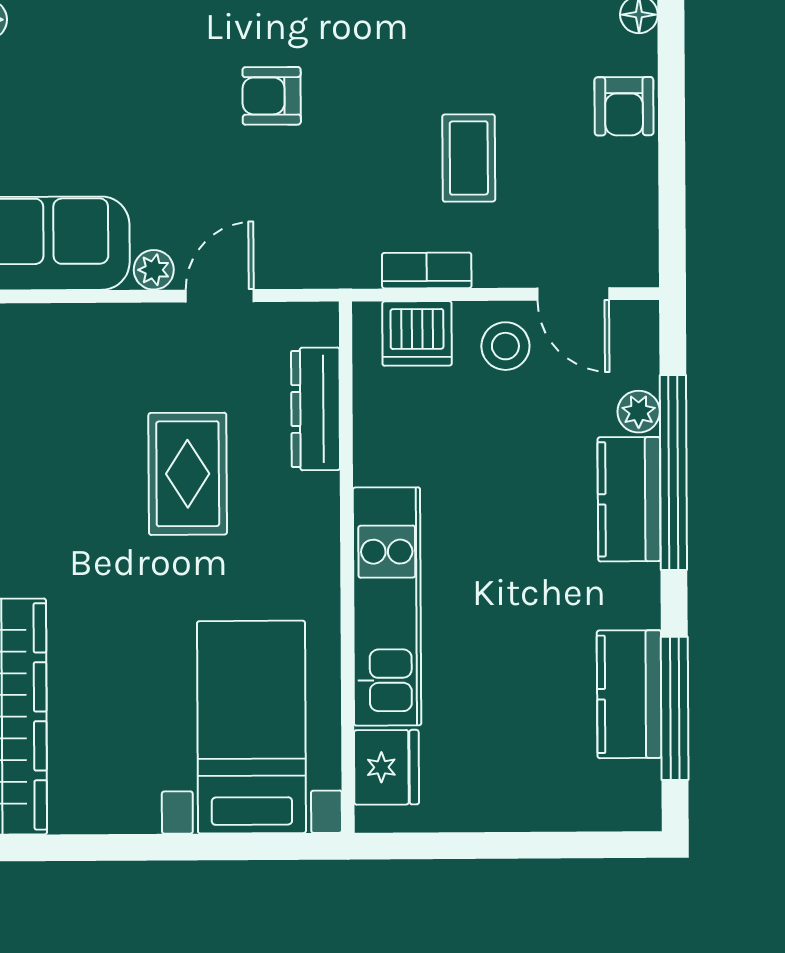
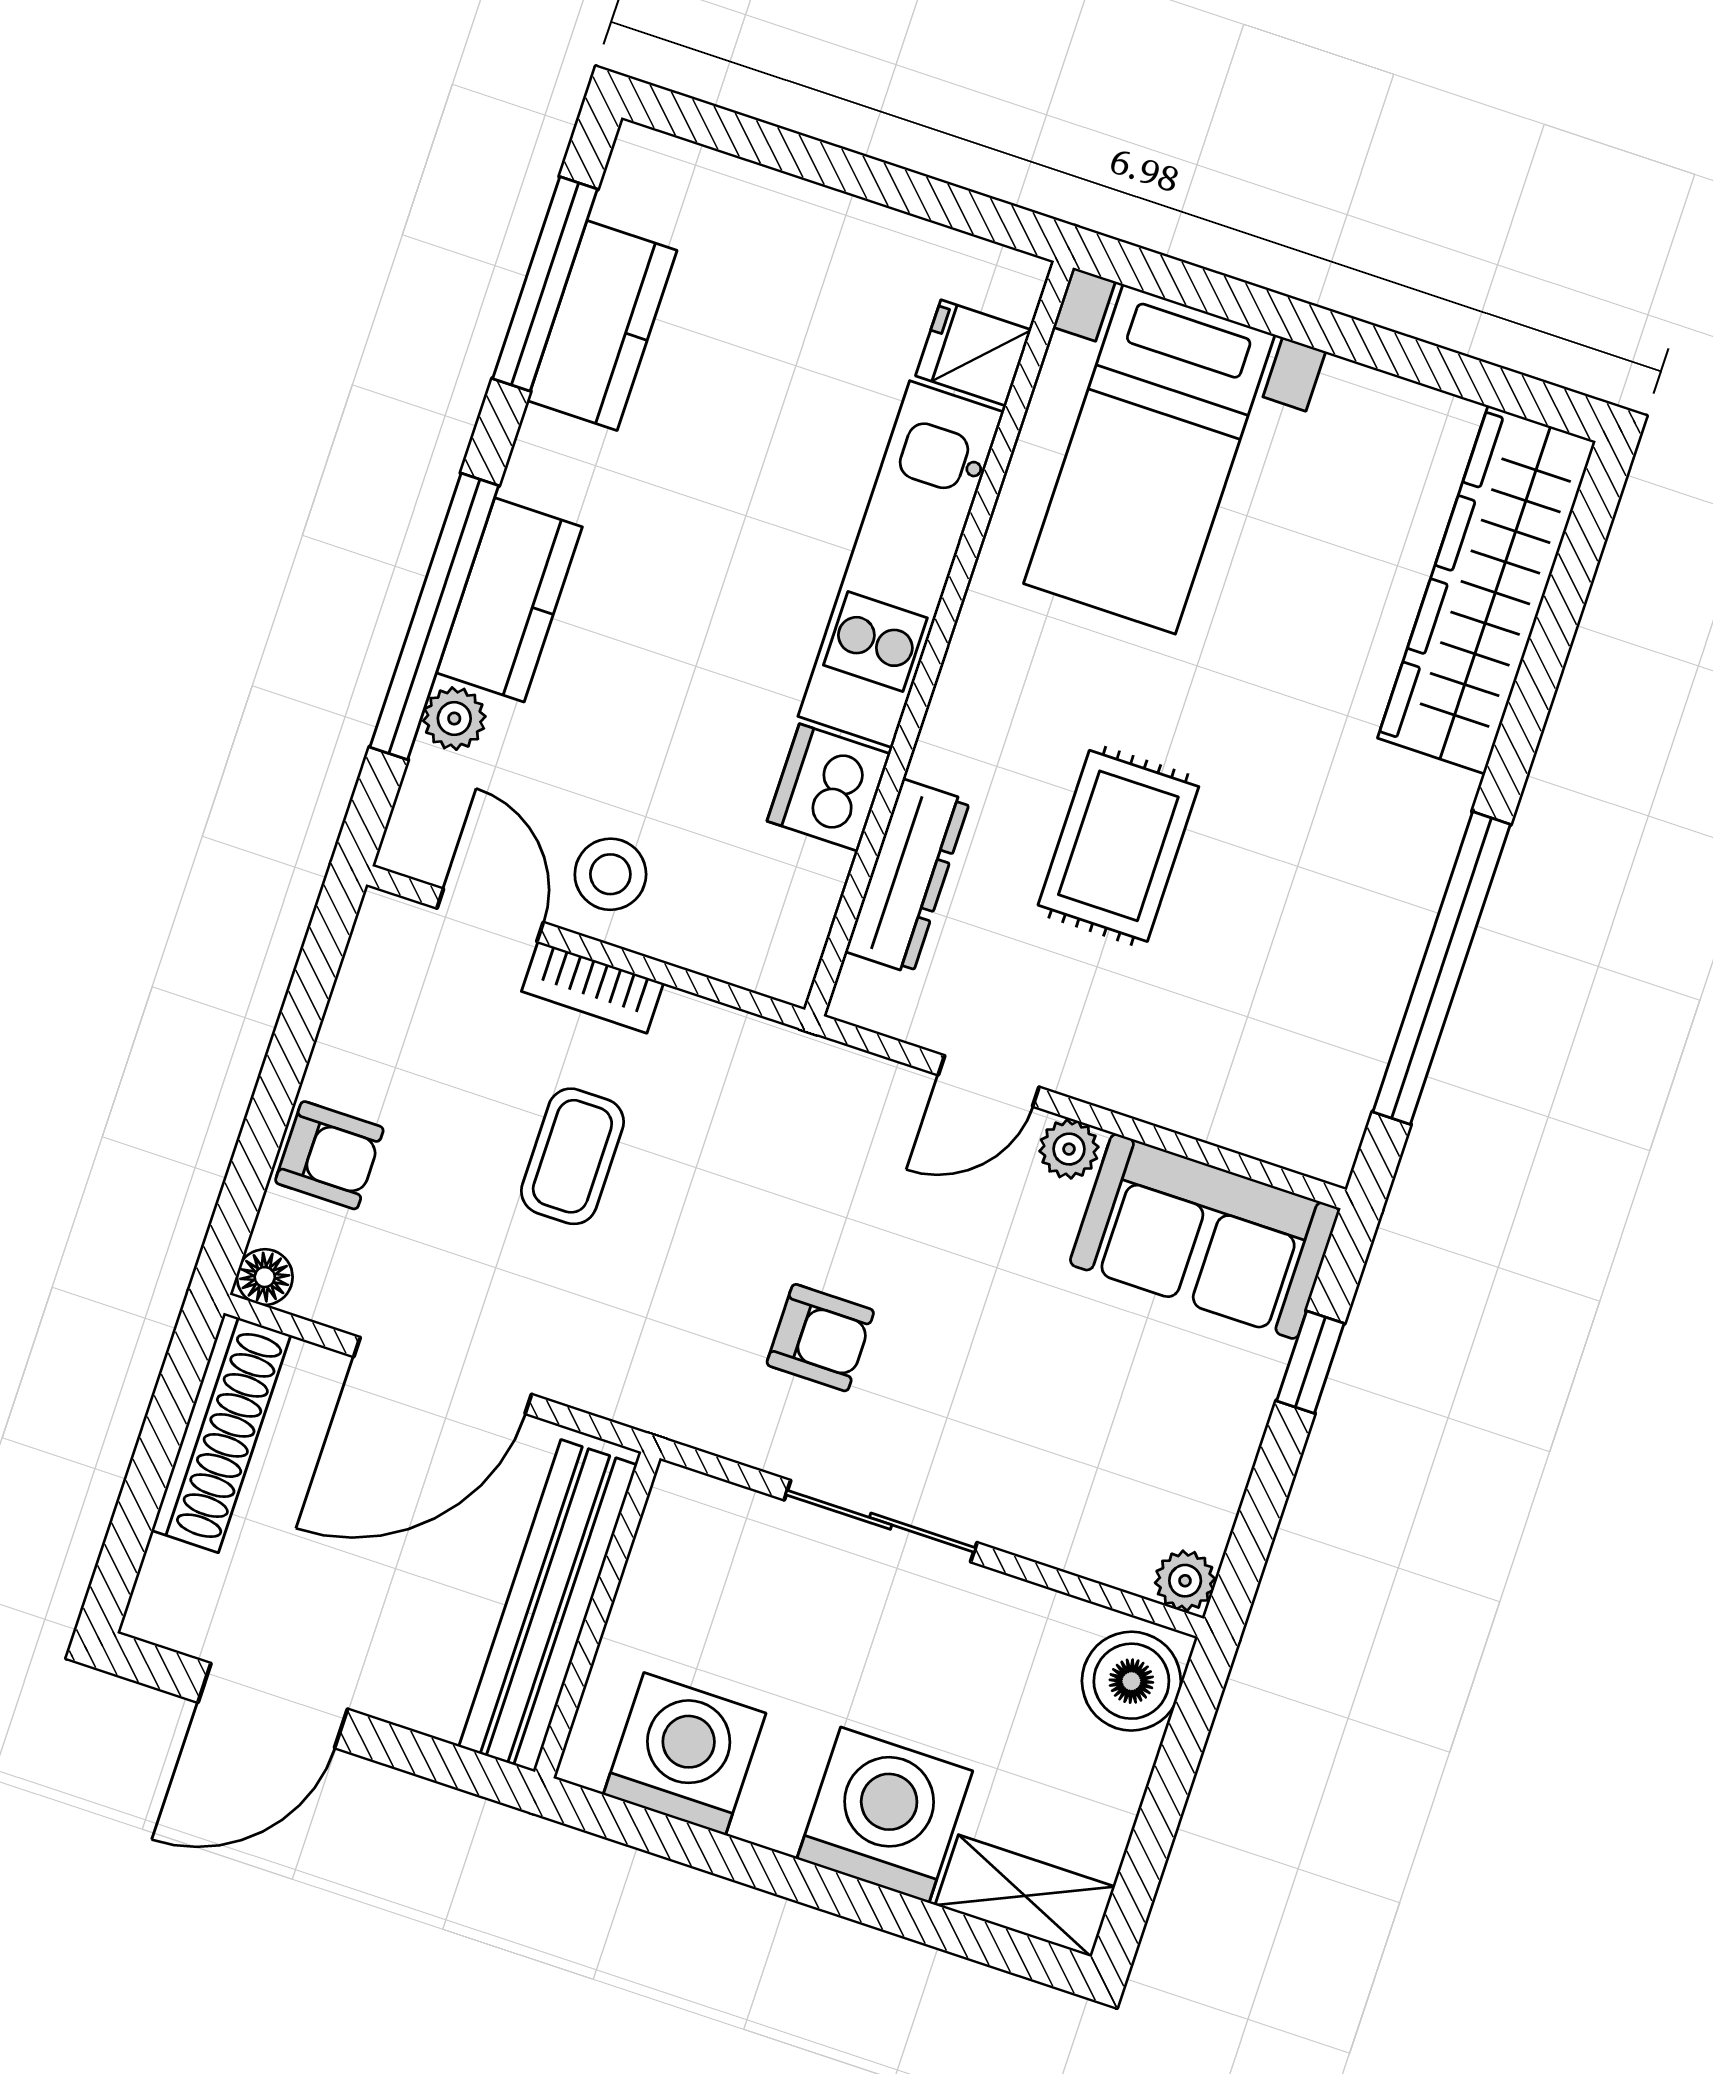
armchair: (624, 106) -> (329, 1155), turned 90
bookcase: (427, 270) -> (593, 987), moved
dishwasher: (417, 333) -> (829, 788), moved, turned -90
fridge: (386, 767) -> (974, 353), width x0.72

